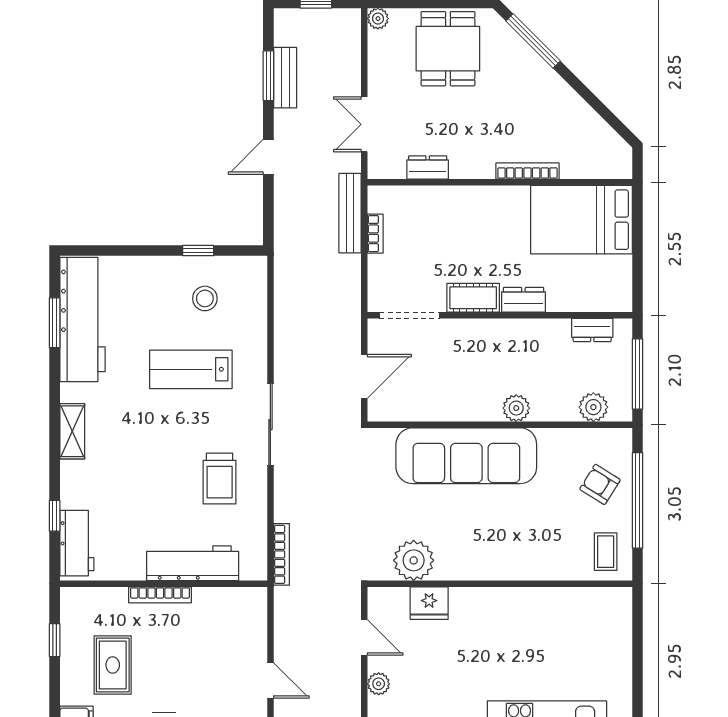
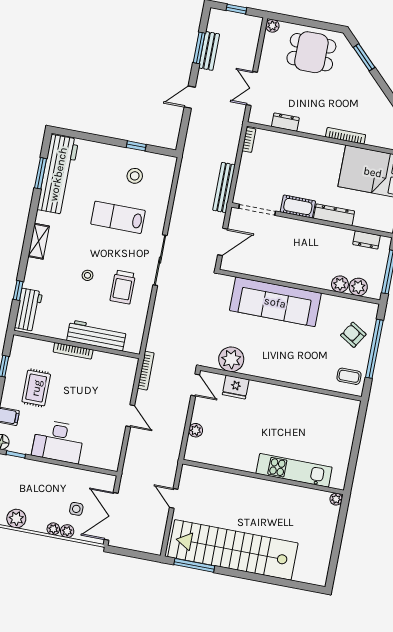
window: (533, 41) -> (364, 57), width x0.69
dining table: (448, 49) -> (311, 52), turned 90
bench: (350, 213) -> (224, 188), moved
bookcase: (375, 234) -> (249, 140), moved
dresser: (523, 300) -> (334, 215), width x1.44
plant: (516, 408) -> (340, 284), moved
stool: (160, 471) -> (87, 275), added
coffee table: (606, 552) -> (349, 376), turned 90
bookcase: (282, 554) -> (146, 371), moved
door: (364, 637) -> (195, 385), moved

